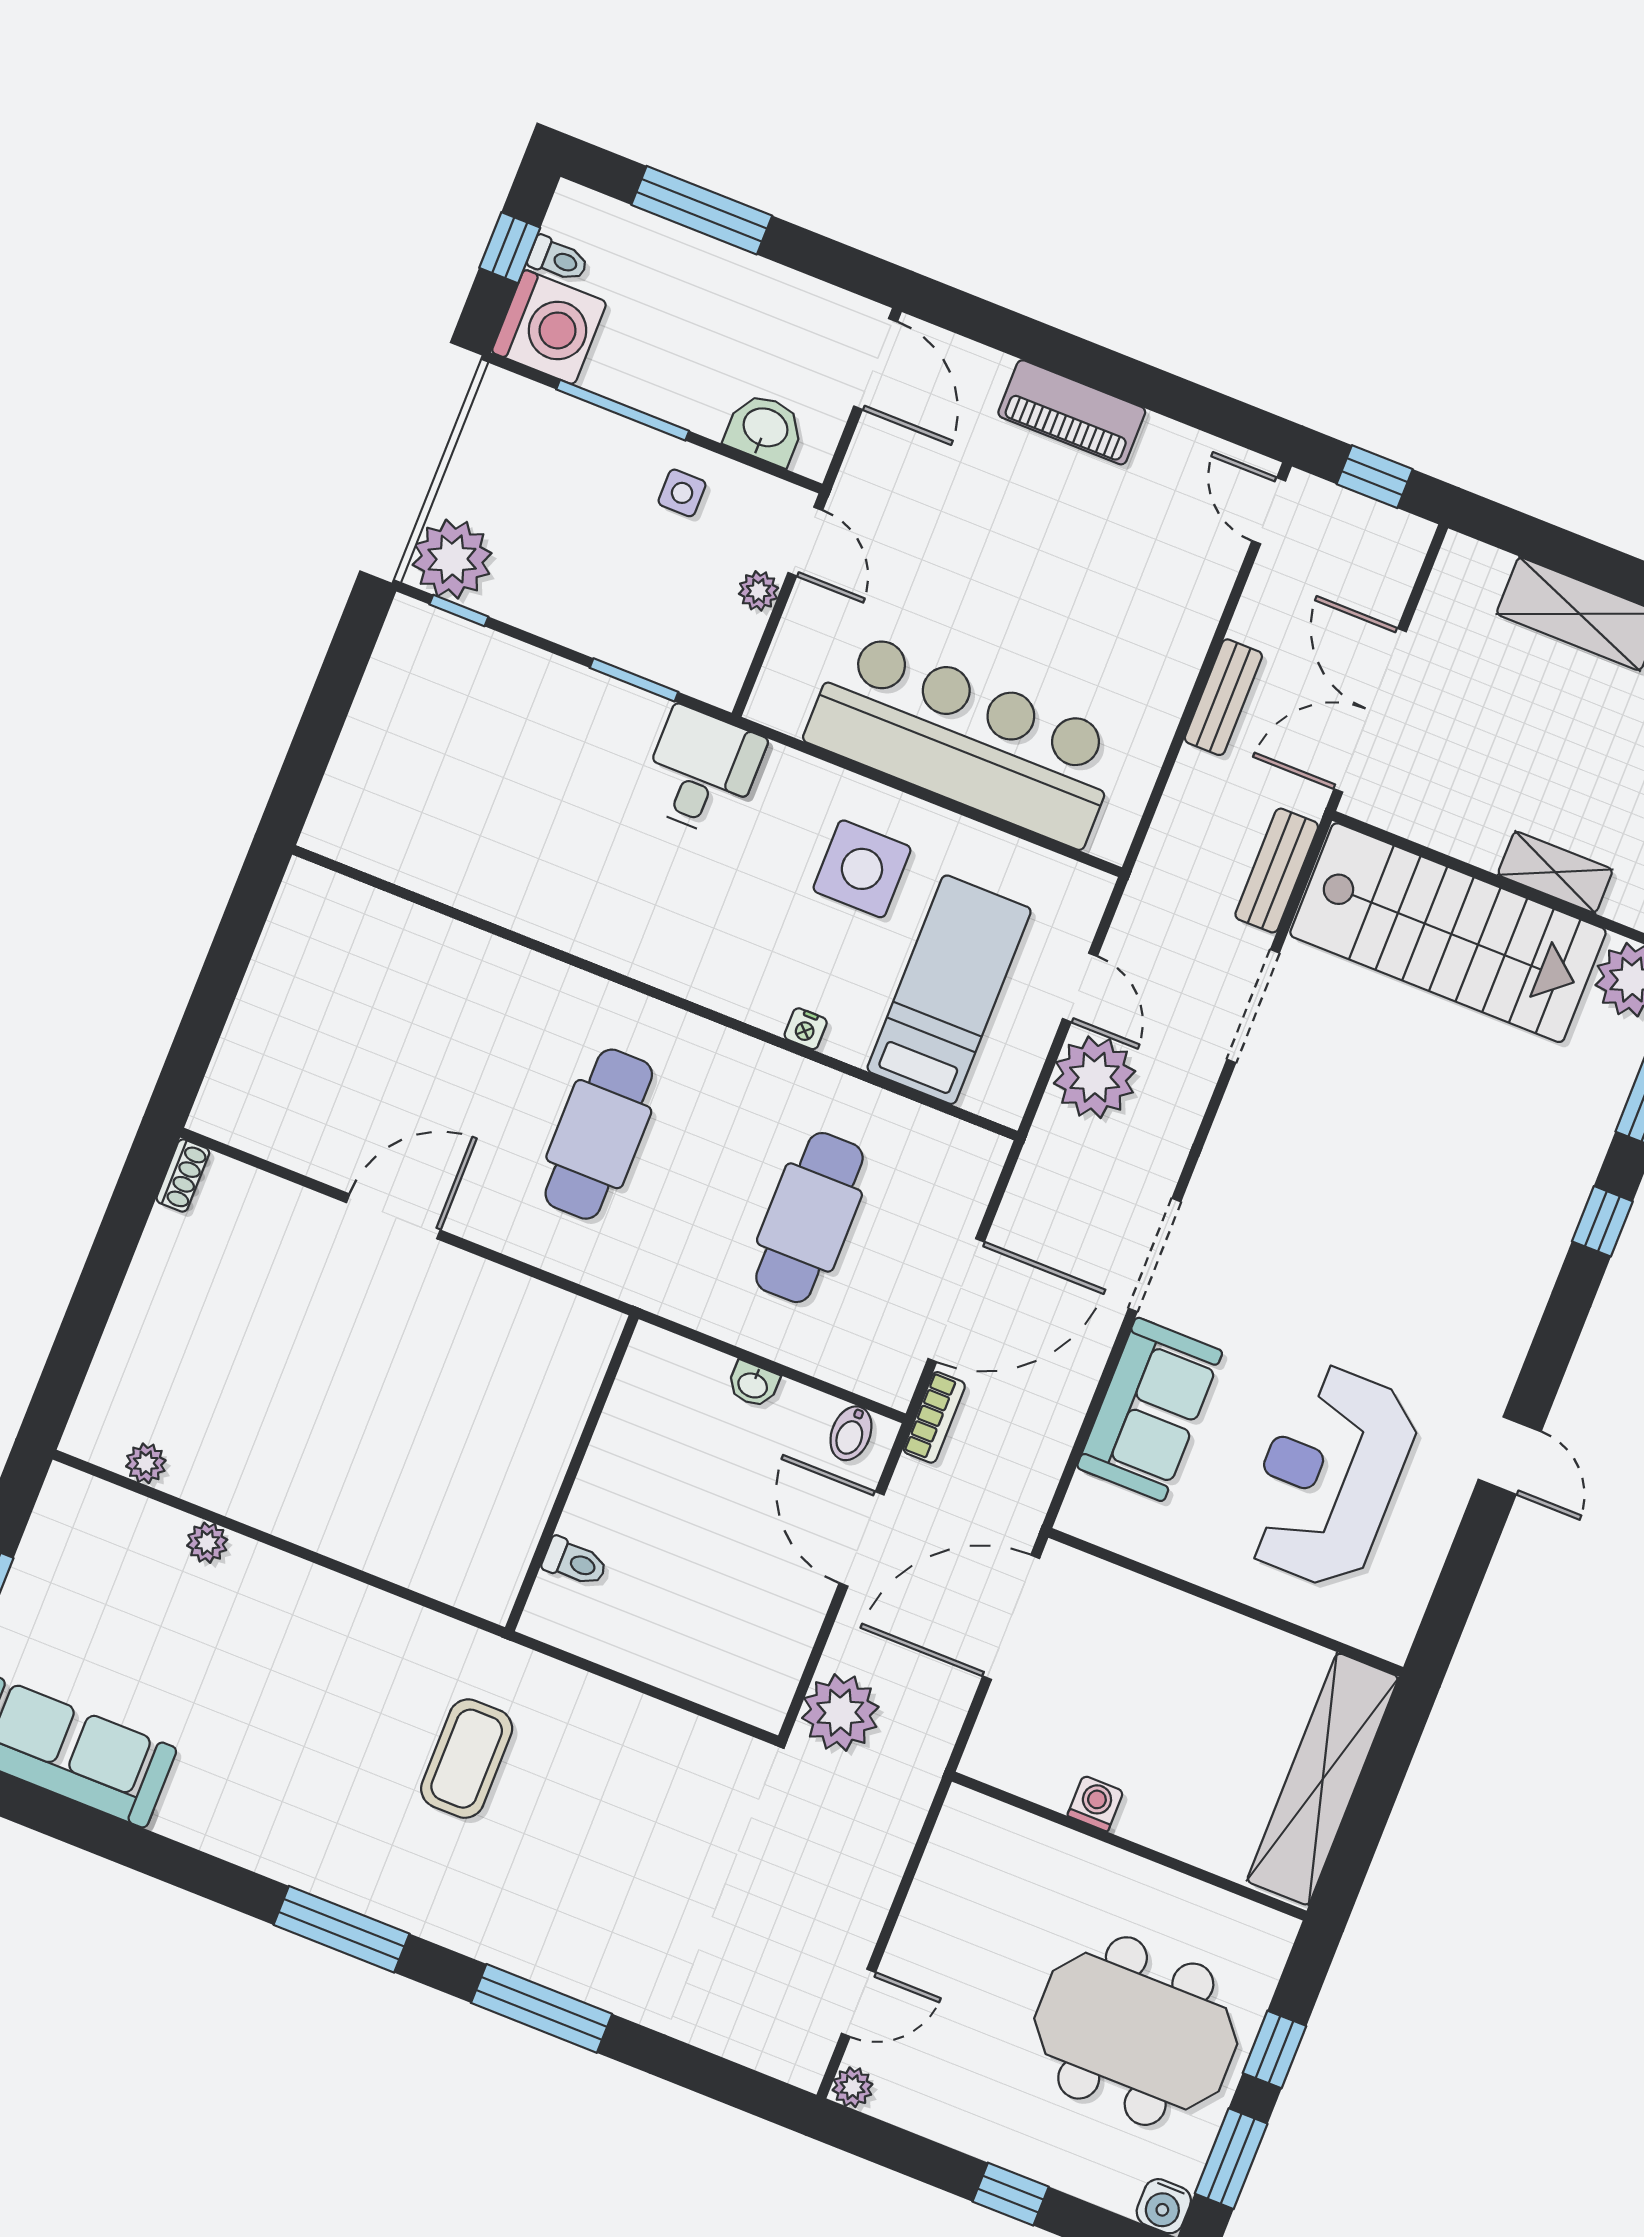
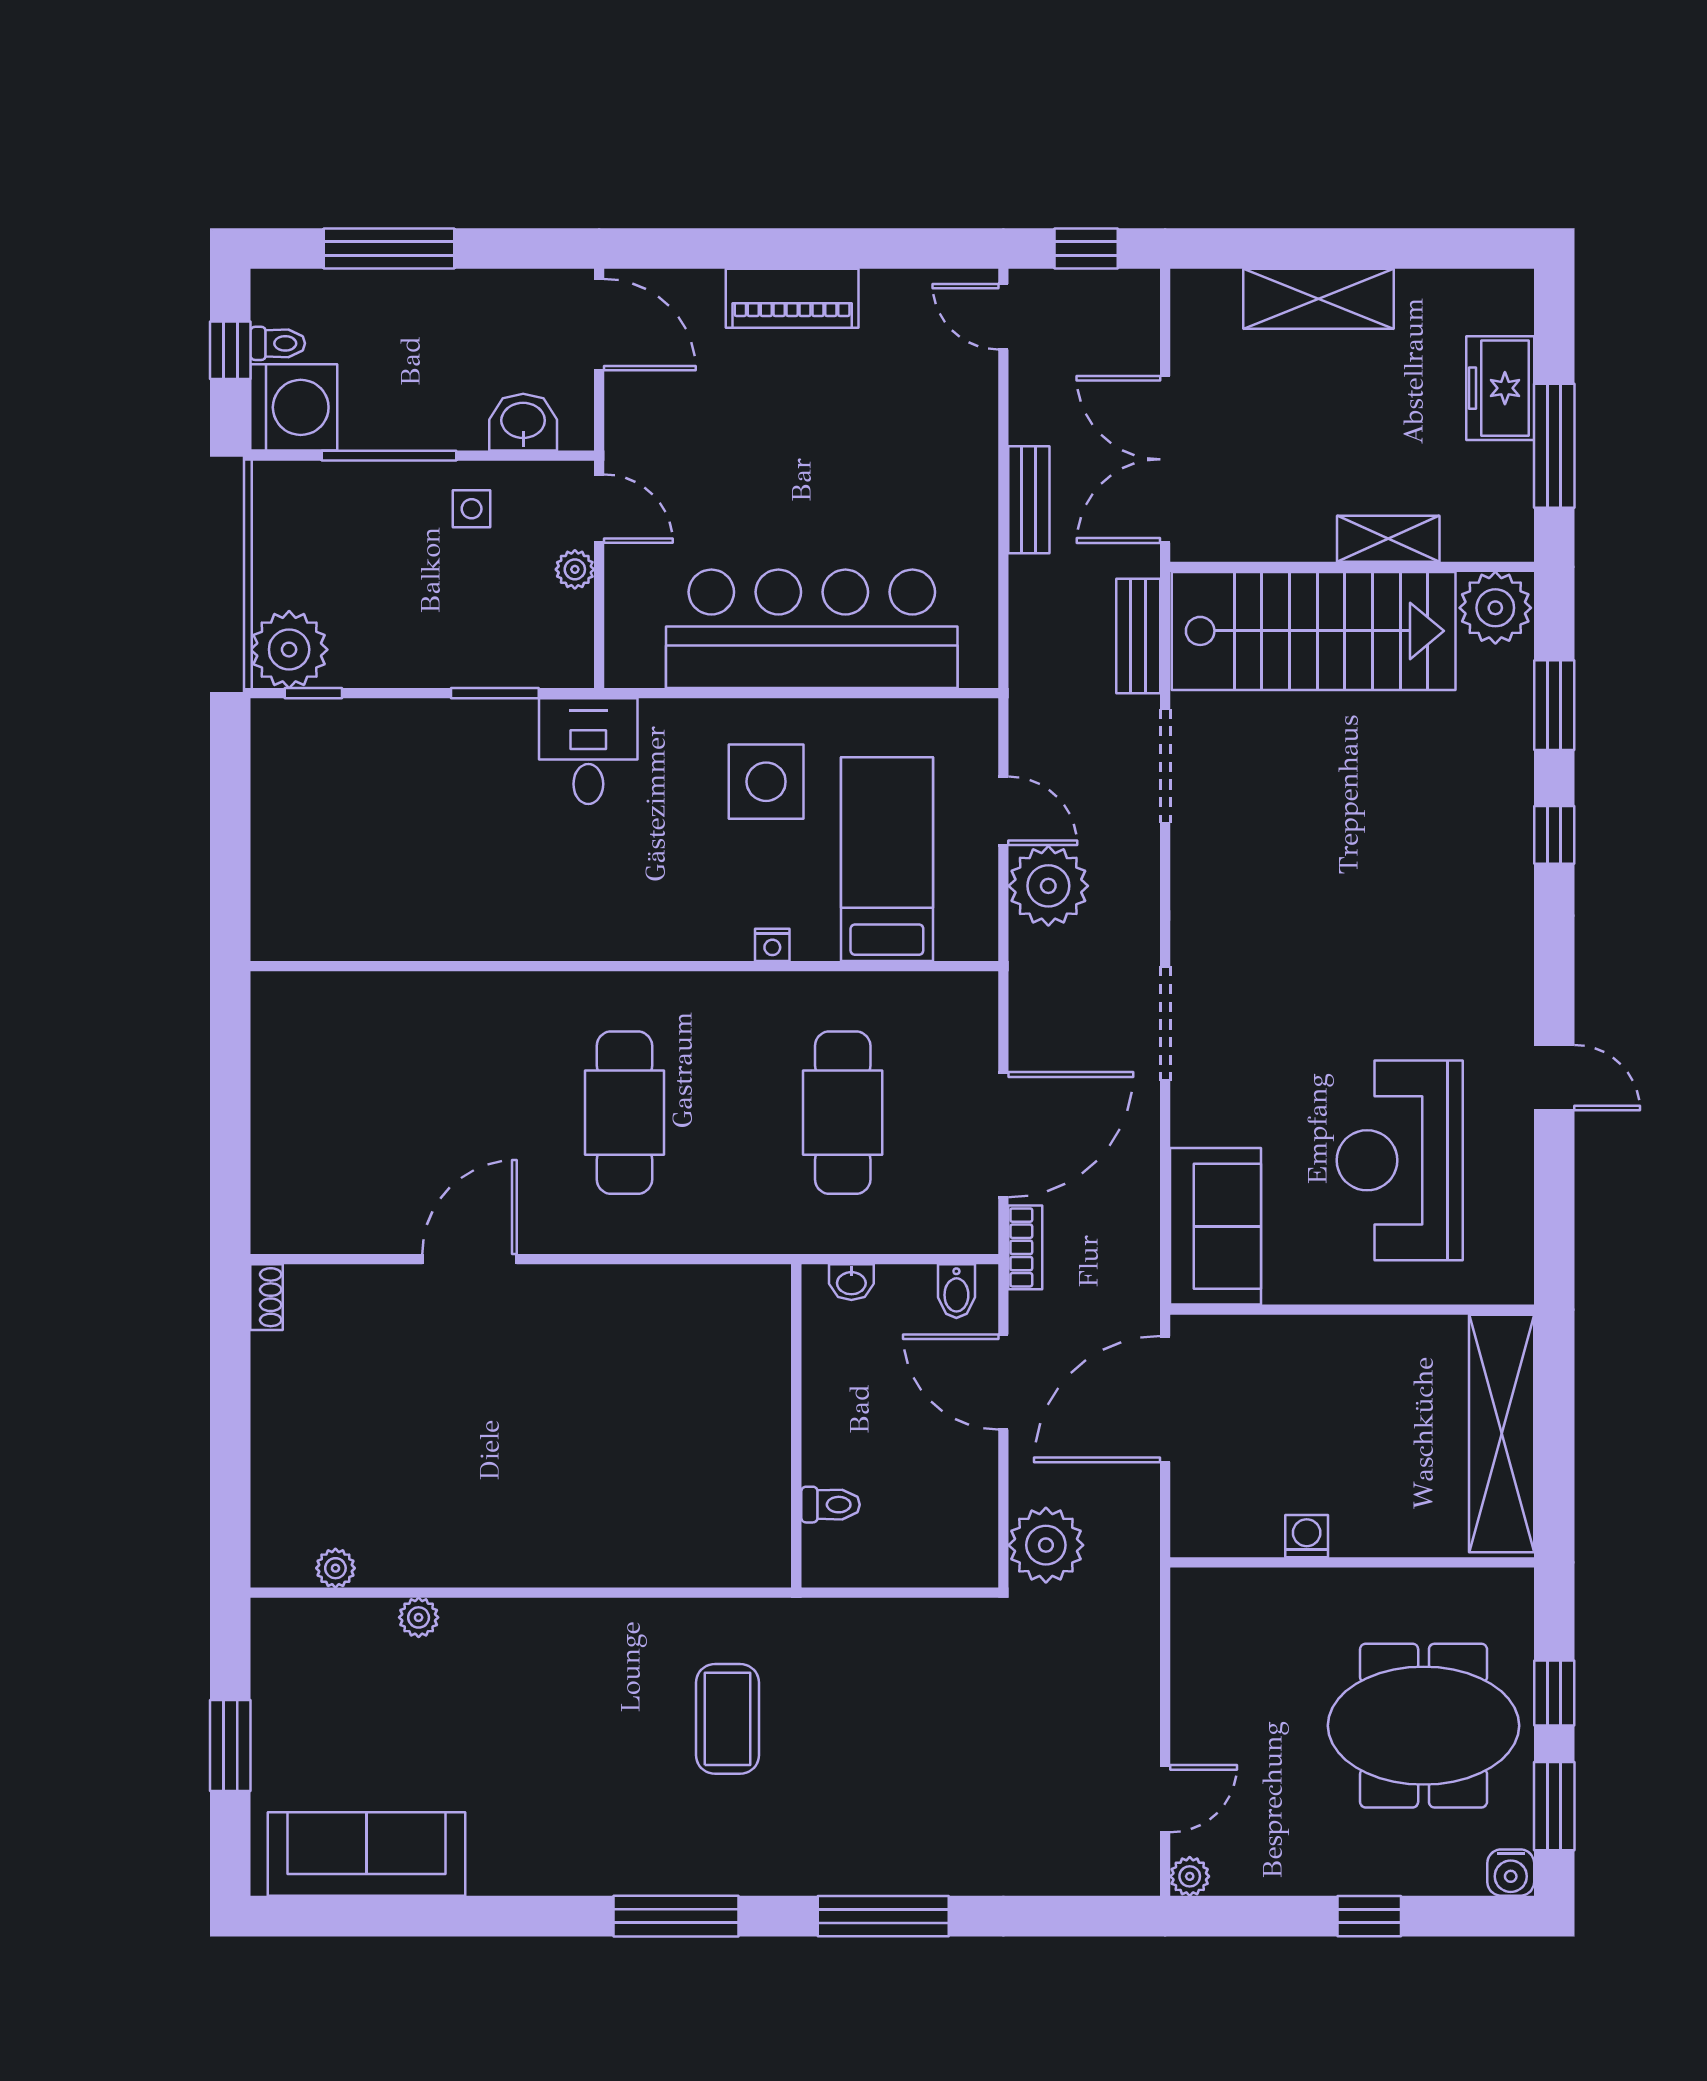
sofa: (1150, 1409) -> (1216, 1226), moved
wall: (572, 1473) -> (796, 1426), moved
toilet: (575, 1562) -> (831, 1505), moved

